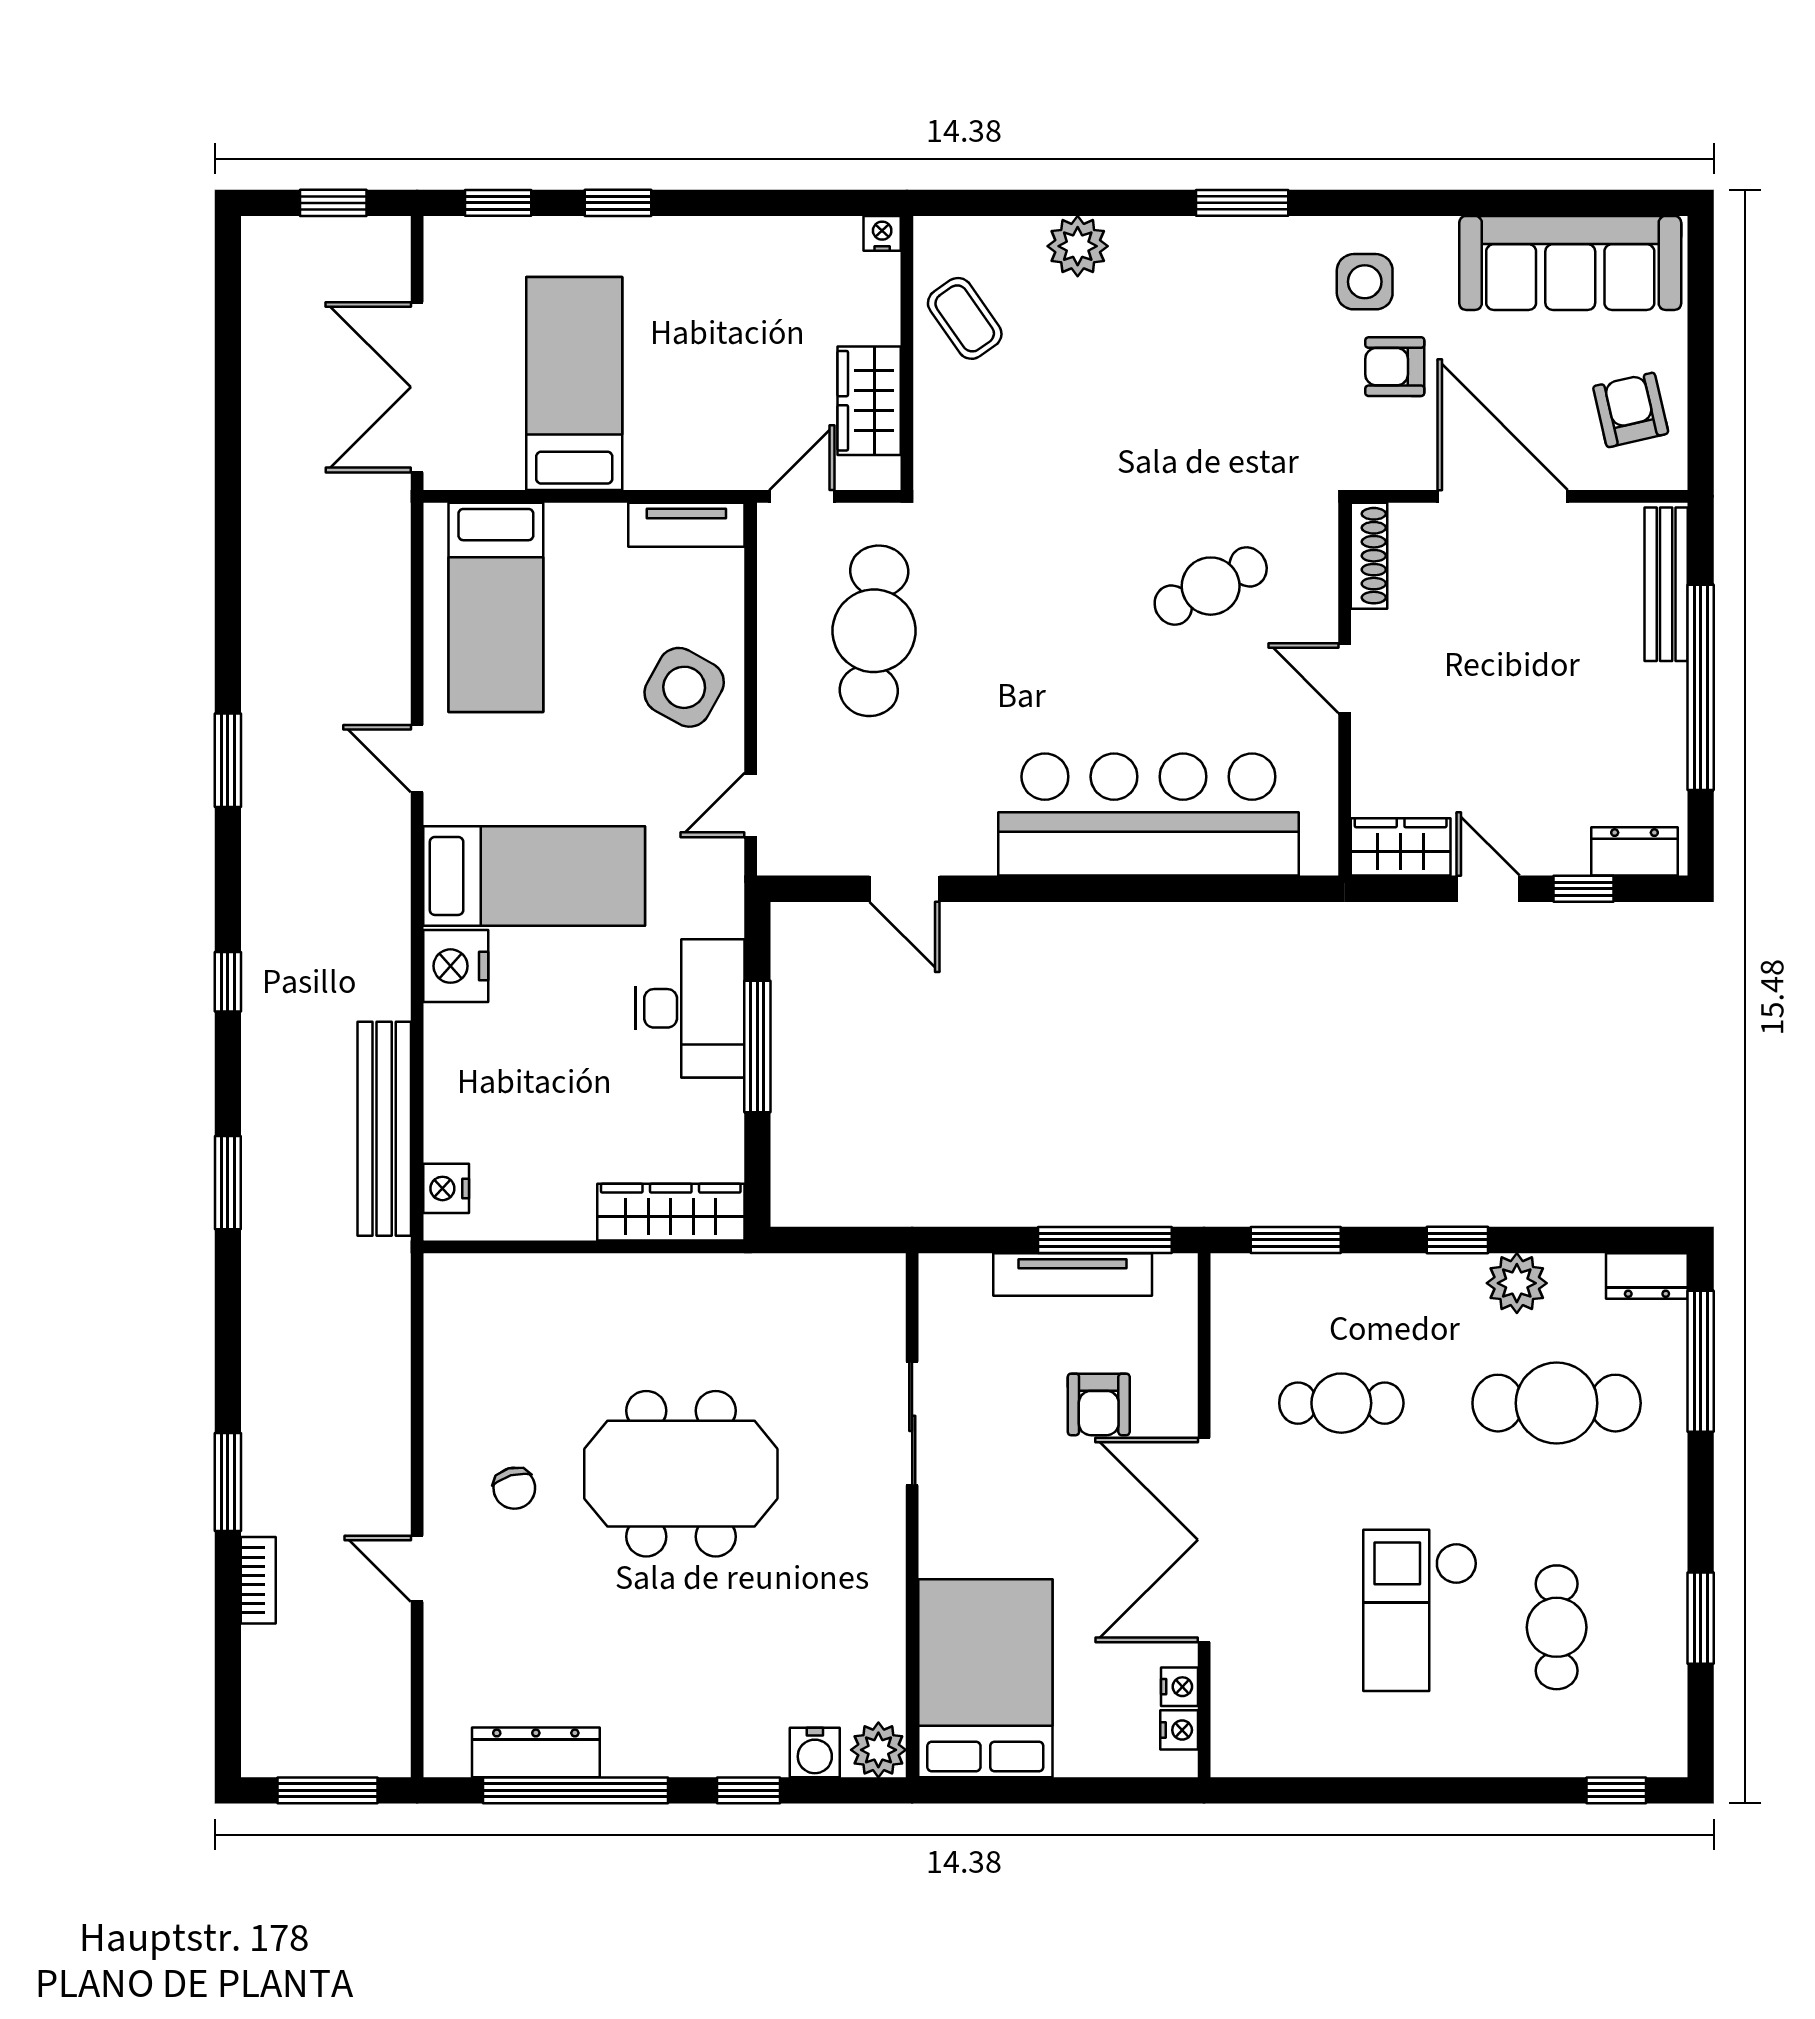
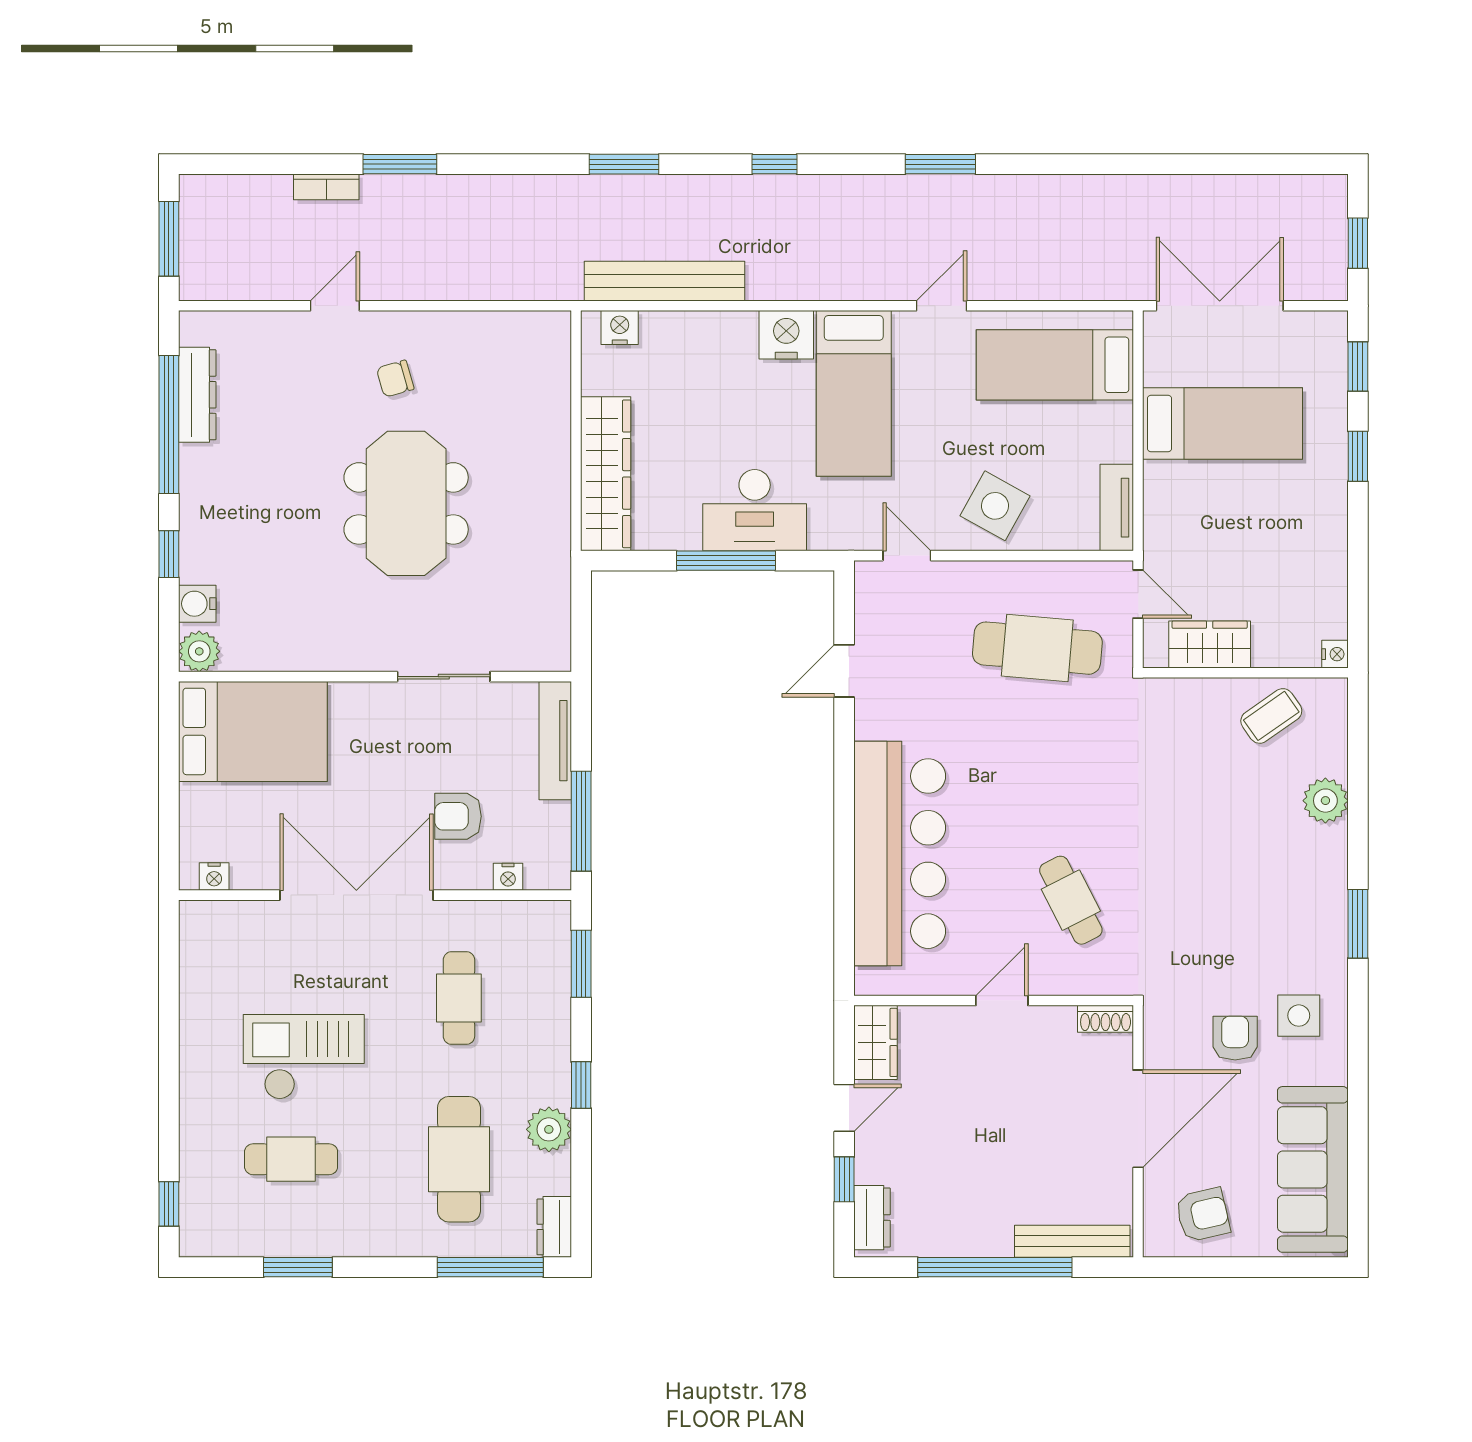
shoe rack: (1369, 556) -> (1106, 1019), width x0.70
wardrobe: (671, 1212) -> (606, 474), width x1.40, depth x1.17
tv unit: (1073, 1274) -> (555, 741), moved
nightstand: (1179, 1687) -> (508, 877), moved

